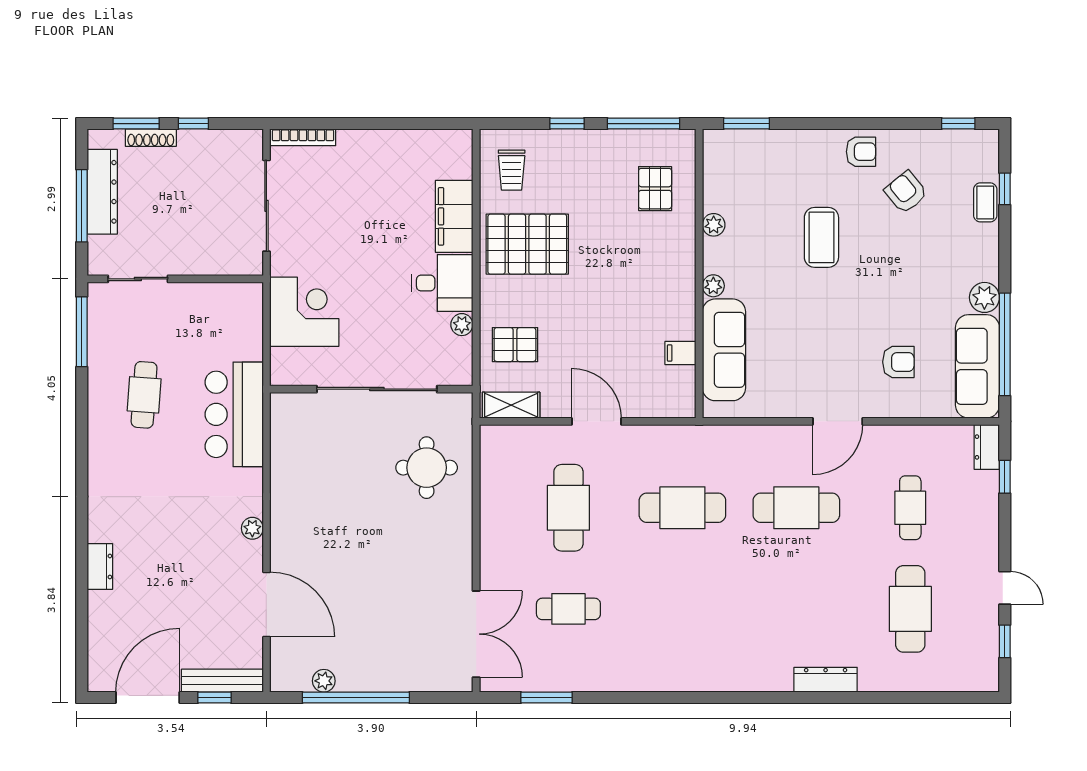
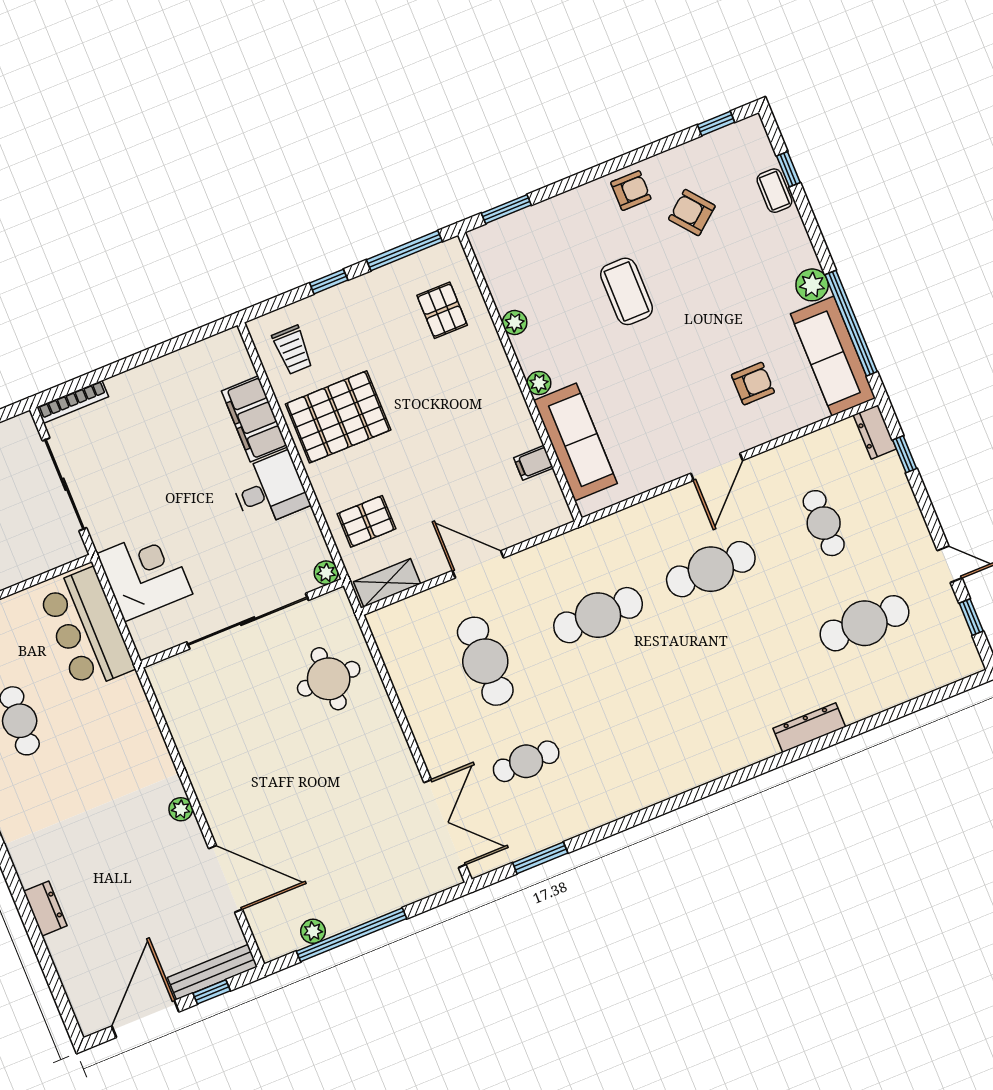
plant: (462, 325) -> (326, 573), moved
bar counter: (234, 414) -> (86, 629), moved
cafe table: (910, 609) -> (864, 623), turned 90

